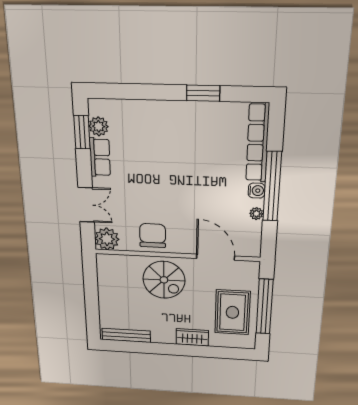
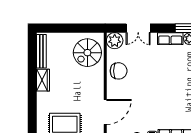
spiral stairs: (164, 280) -> (87, 53), moved
wardrobe: (192, 337) -> (43, 80), moved

